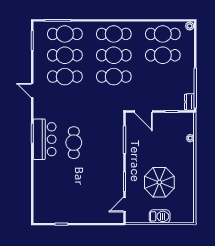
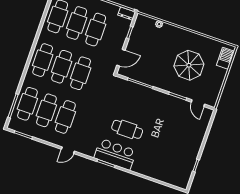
cafe table: (163, 77) -> (96, 30), added
barbecue: (160, 216) -> (225, 58), moved

